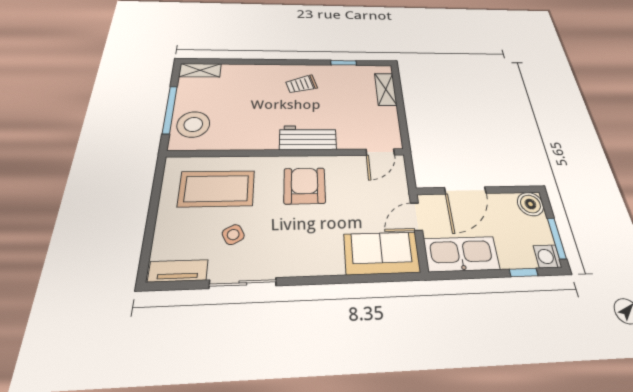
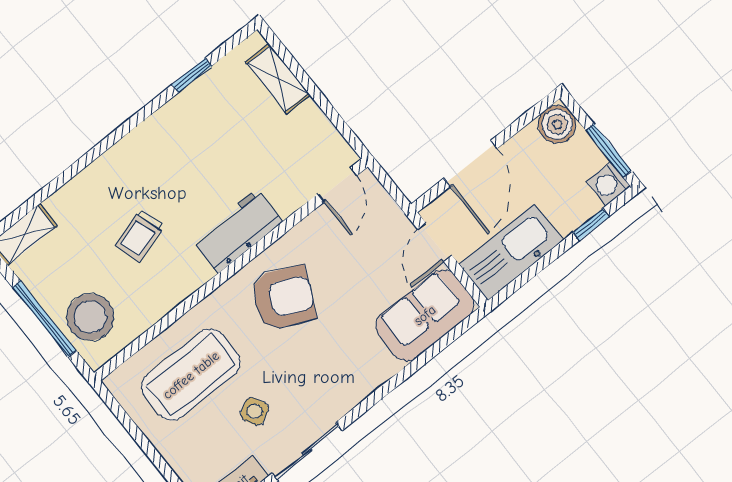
trolley: (301, 84) -> (139, 236), moved
armchair: (305, 186) -> (283, 298), turned 115

